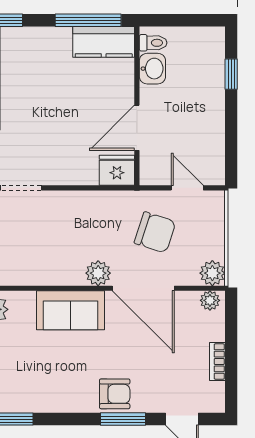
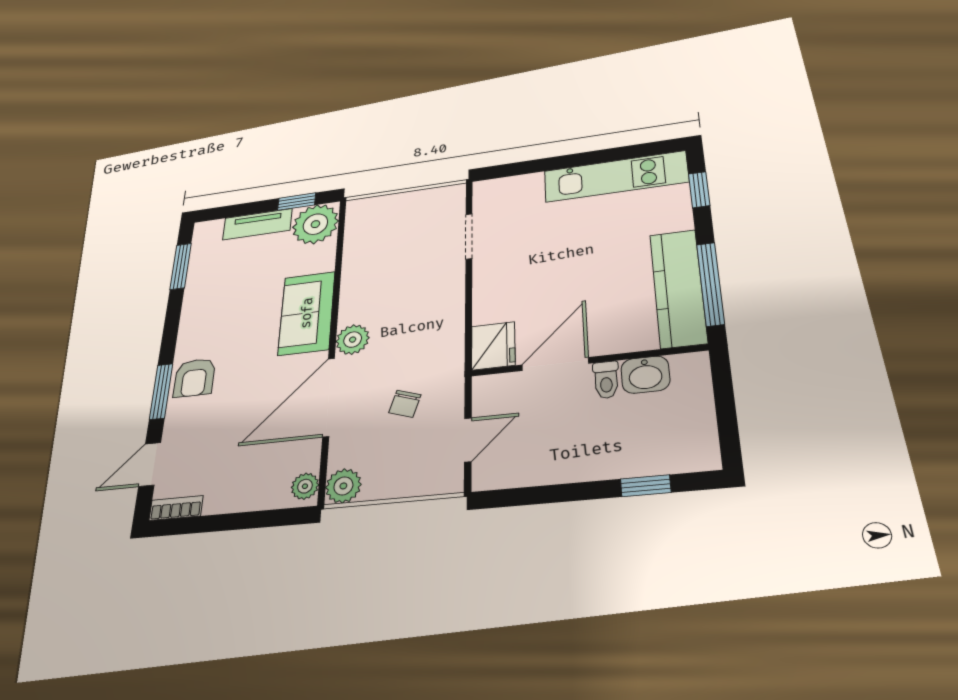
kitchen counter: (104, 42) -> (678, 288), width x1.50
toilet: (153, 43) -> (606, 380), moved
door: (137, 128) -> (555, 364), hinge flipped
chair: (155, 232) -> (405, 404), width x0.54, depth x0.54
bookcase: (217, 361) -> (176, 508), moved

